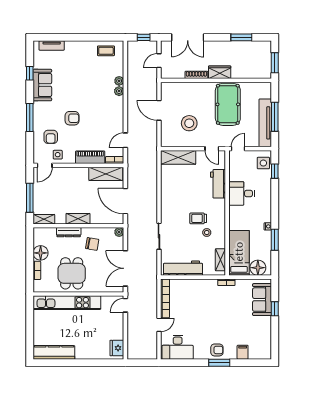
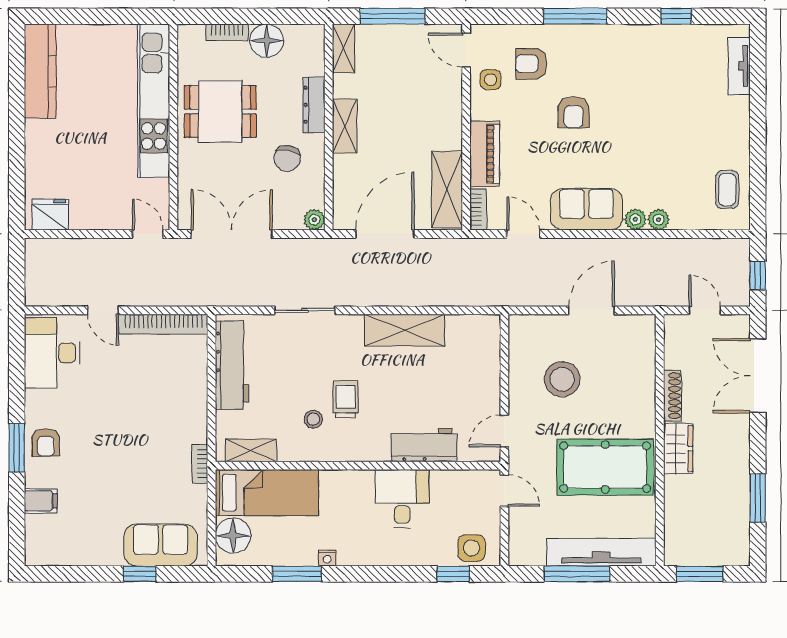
sofa: (42, 85) -> (586, 209), moved, turned 180
tv unit: (265, 123) -> (601, 552), moved
shelving: (178, 157) -> (405, 330), moved, turned 90

